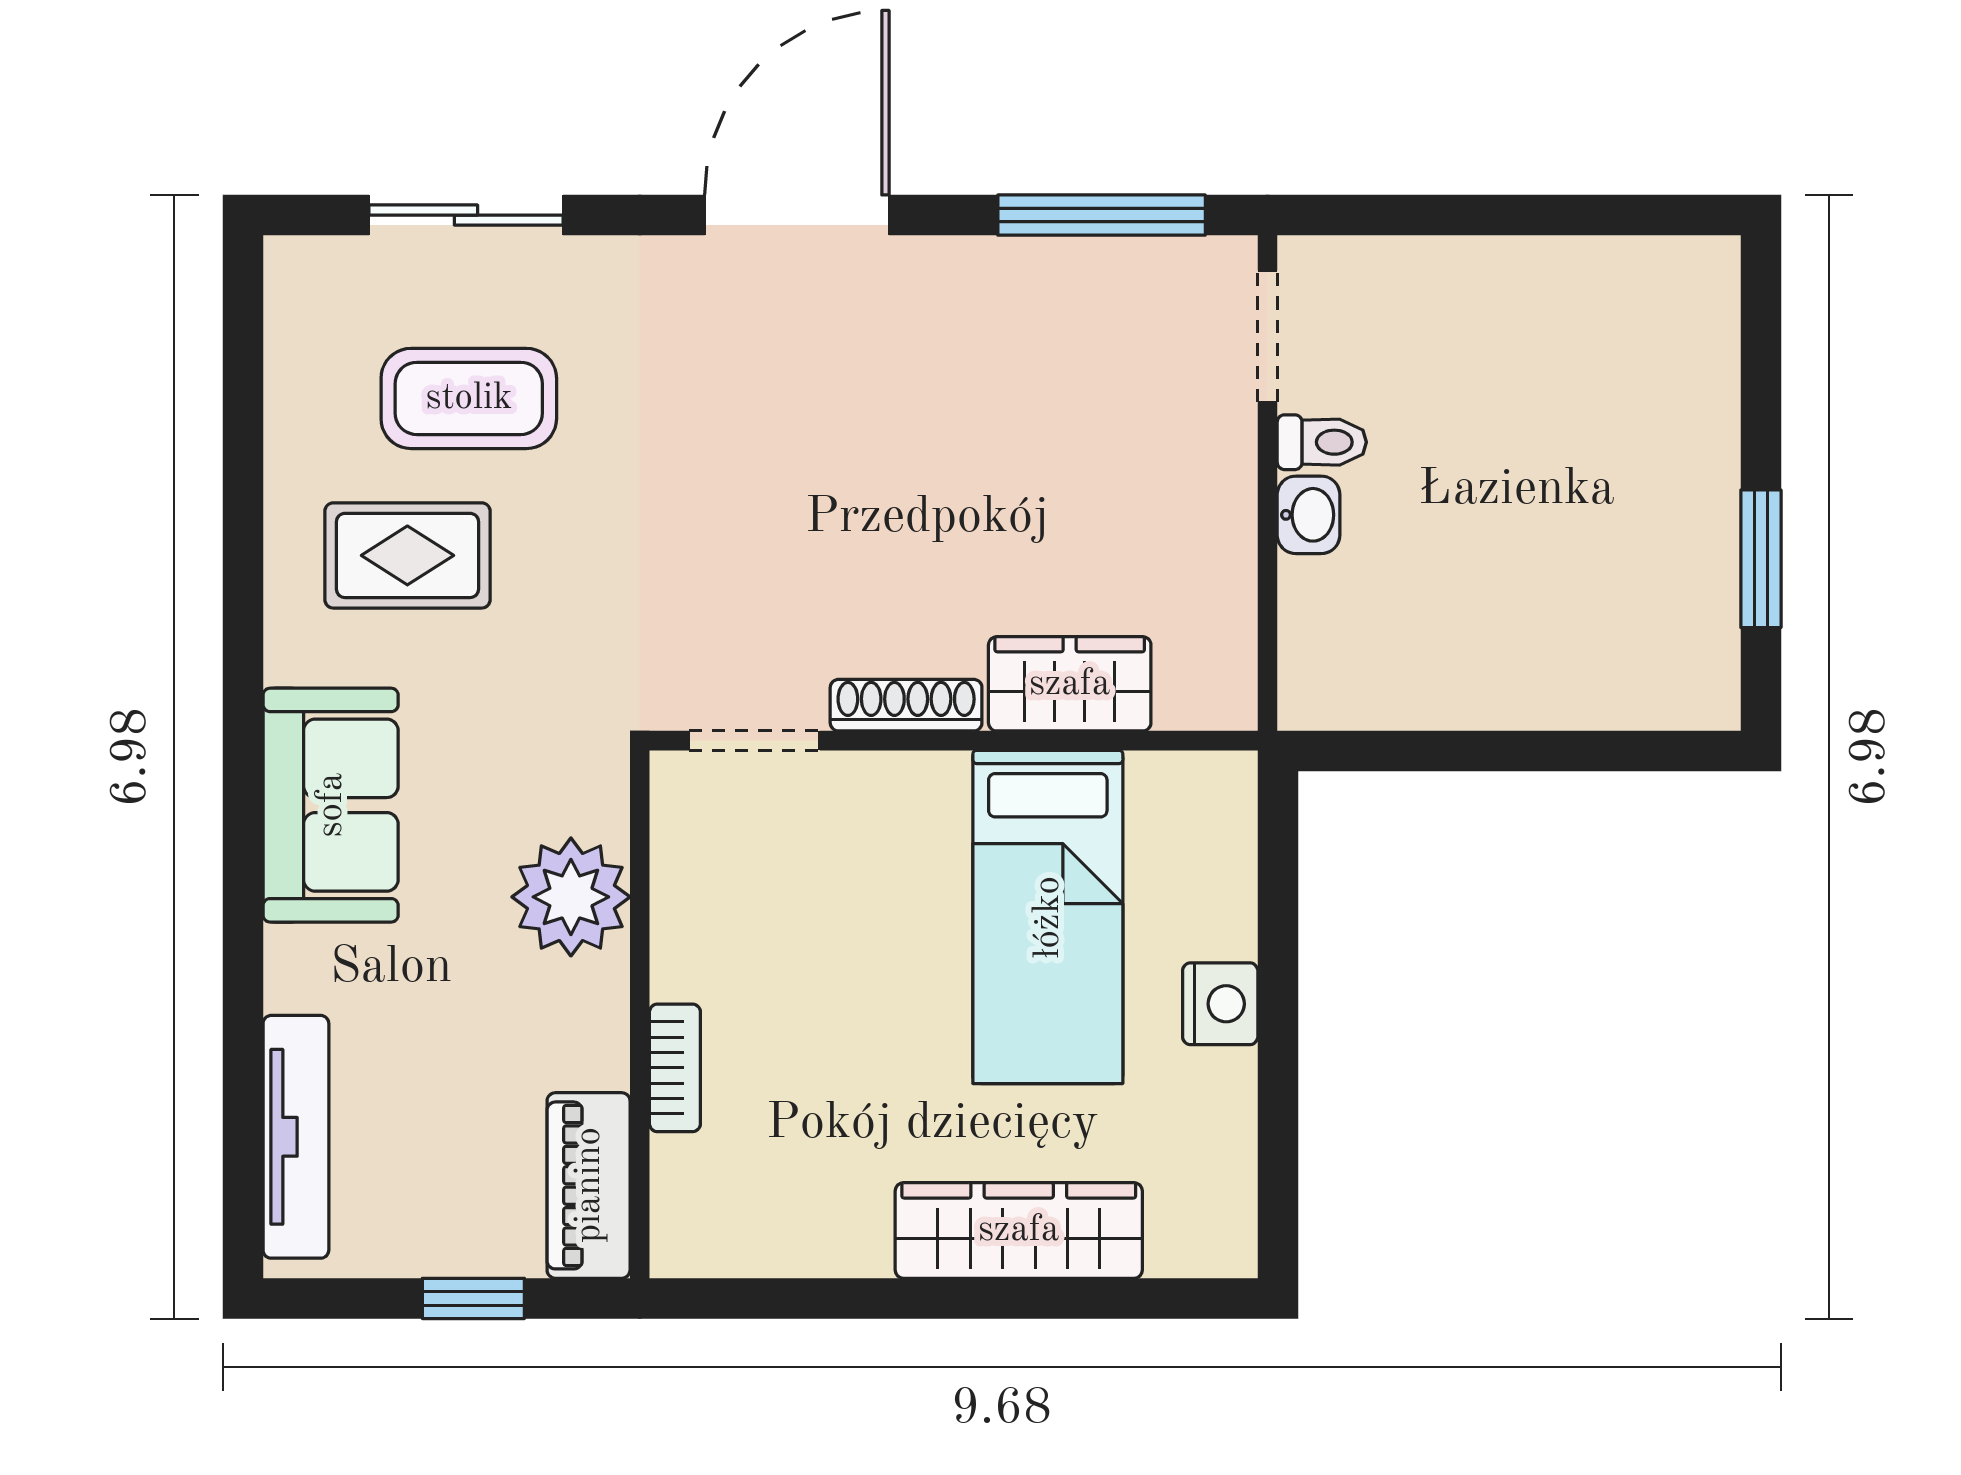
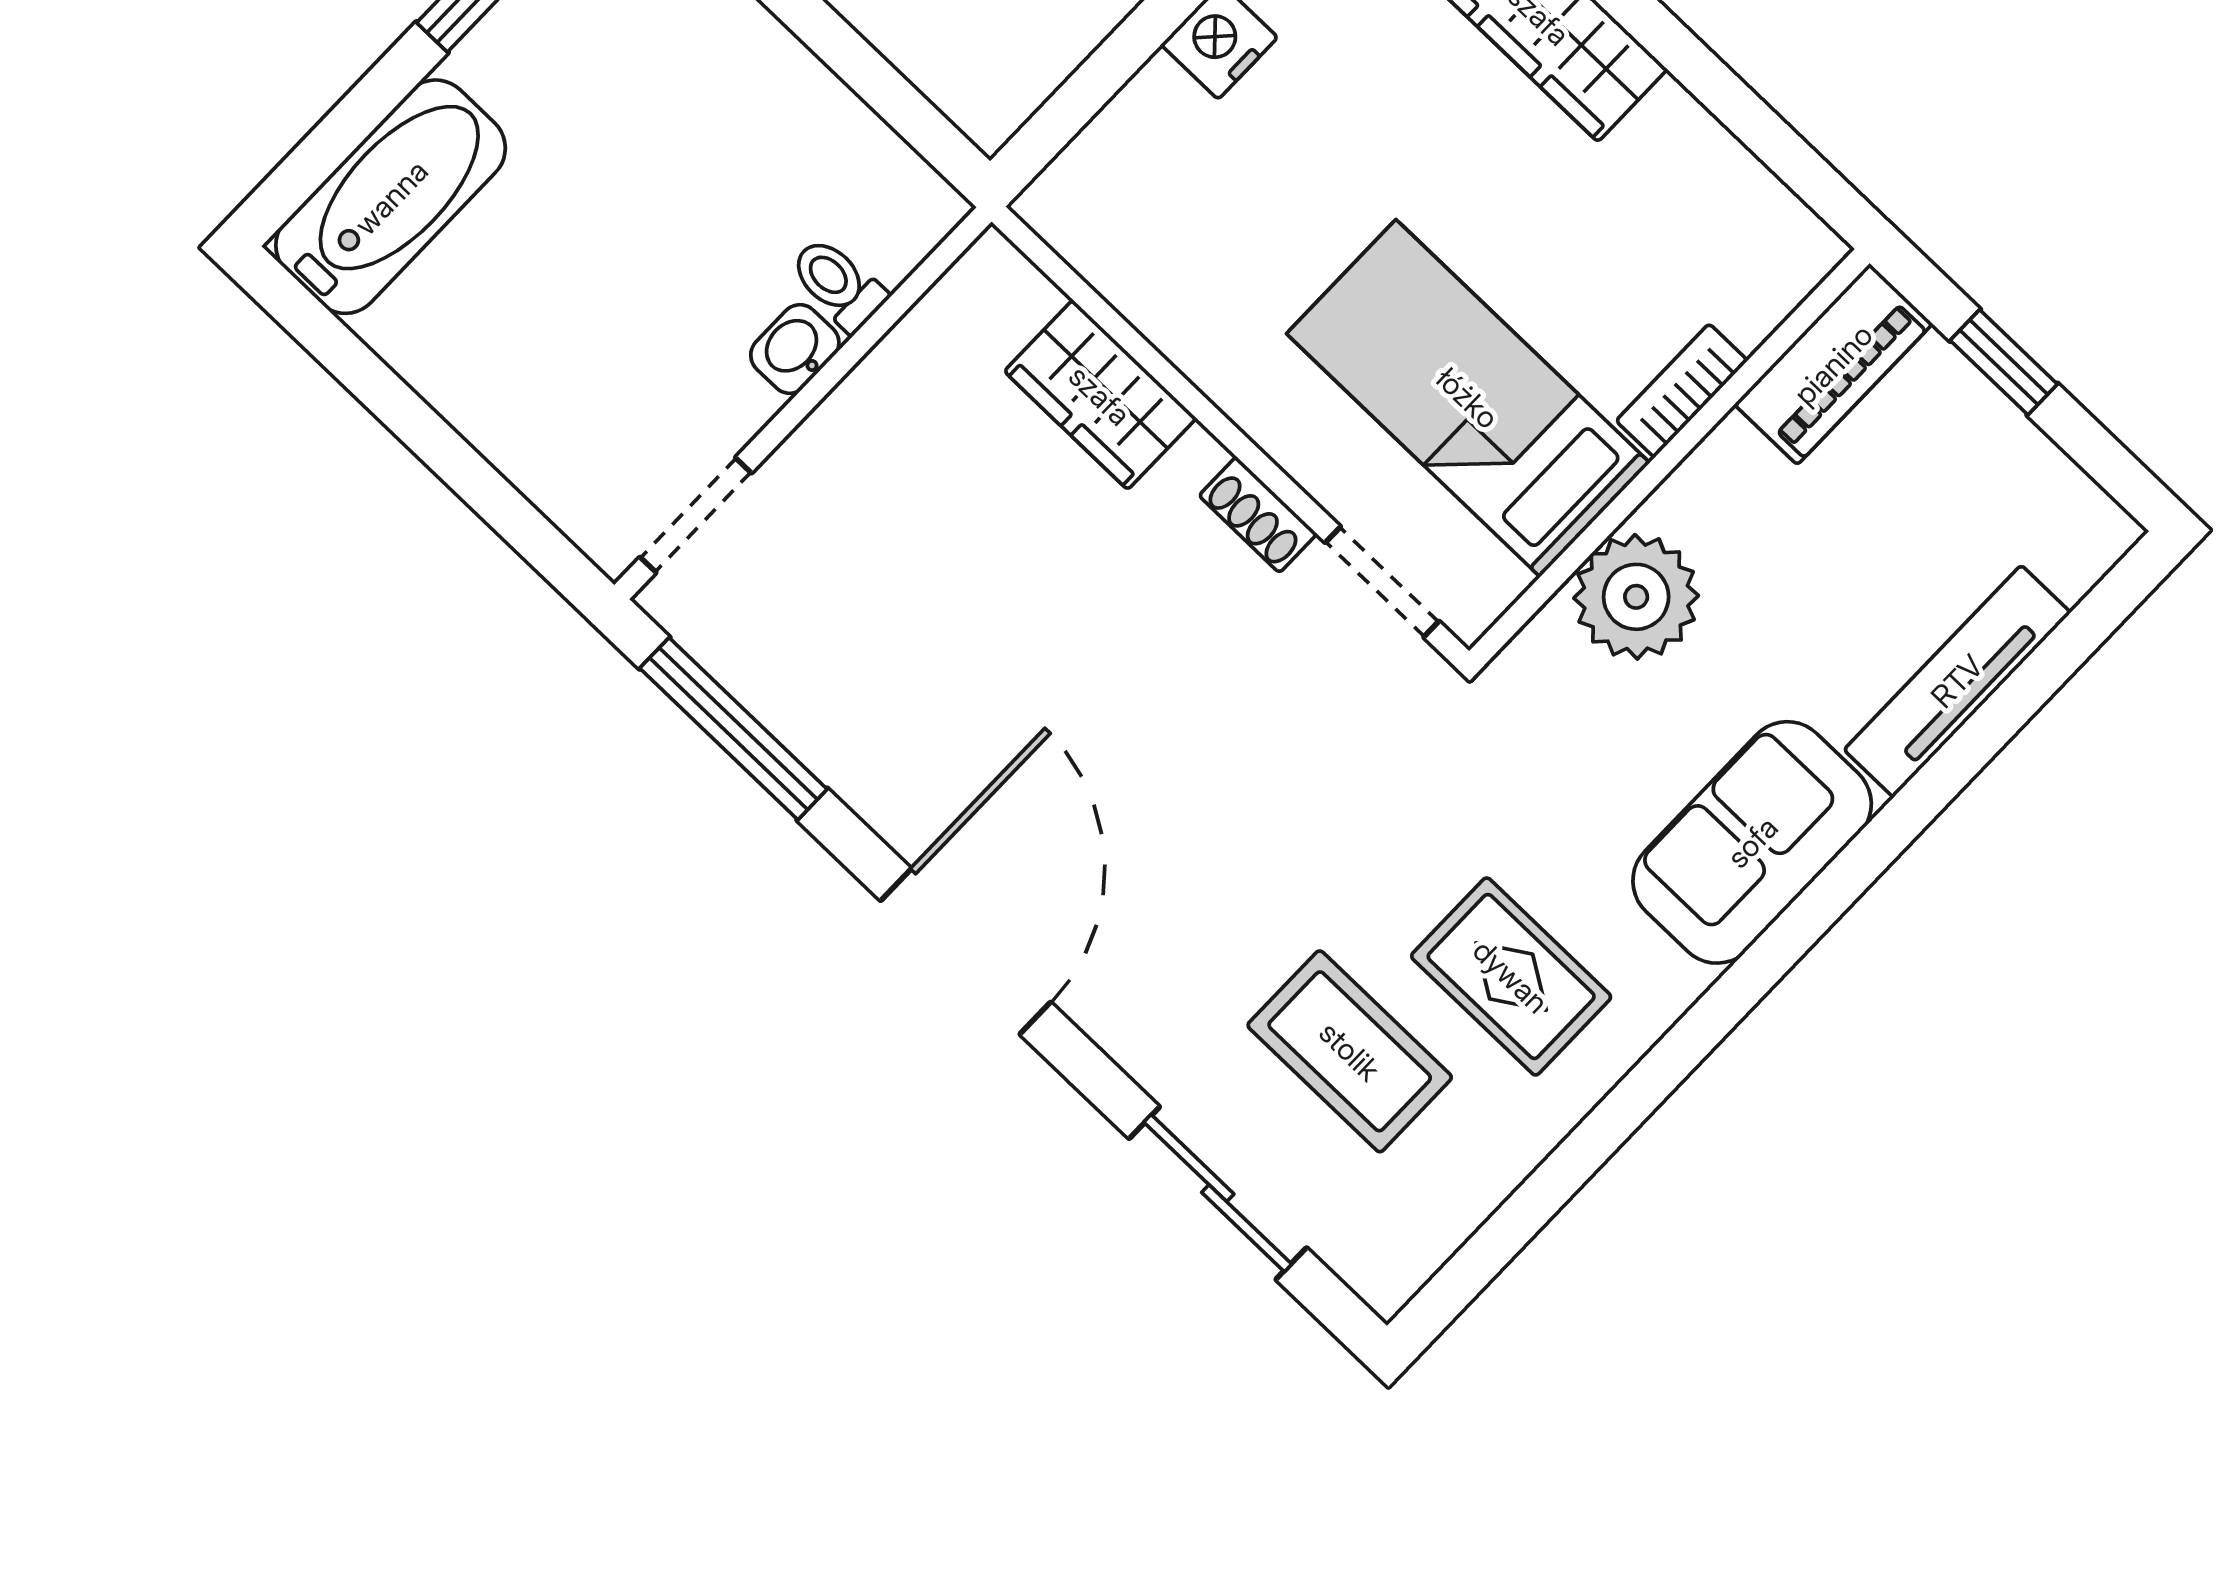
door: (797, 215) -> (966, 951), swing flipped
bathtub: (1685, 354) -> (391, 197), added
toilet: (1322, 442) -> (838, 284), moved
shoe rack: (906, 705) -> (1258, 515), width x0.70
bed: (1048, 917) -> (1468, 398), moved, turned -90
tv unit: (296, 1137) -> (1957, 681), moved

